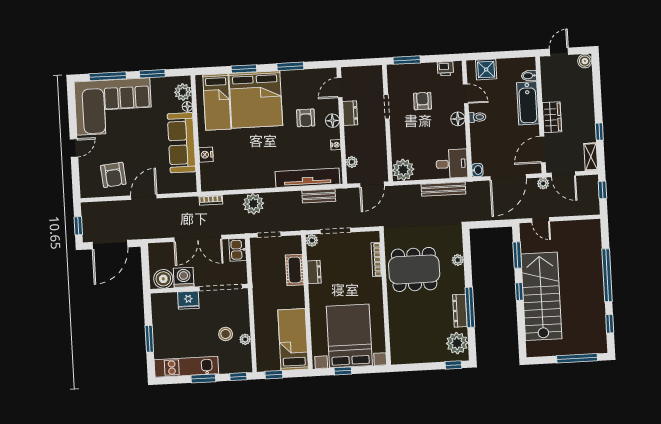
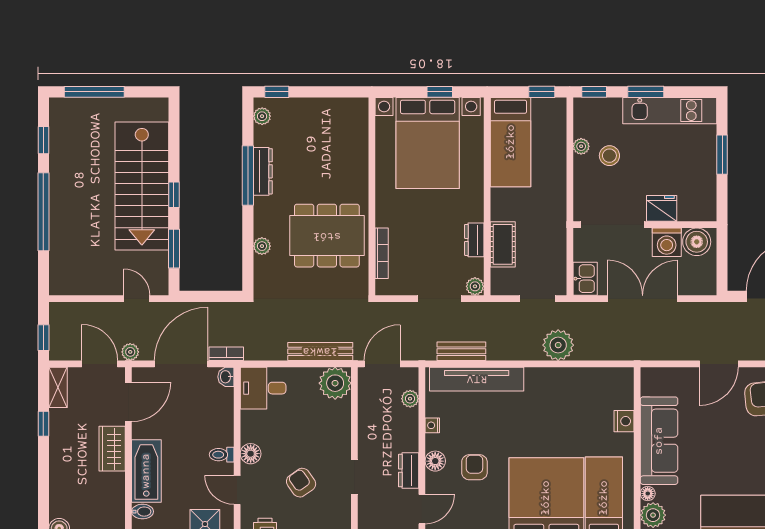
armchair: (423, 101) -> (301, 483), turned 145
bench: (443, 189) -> (320, 351), moved
bookcase: (211, 200) -> (226, 354), moved
plant: (457, 343) -> (262, 116), width x0.53, depth x0.53

